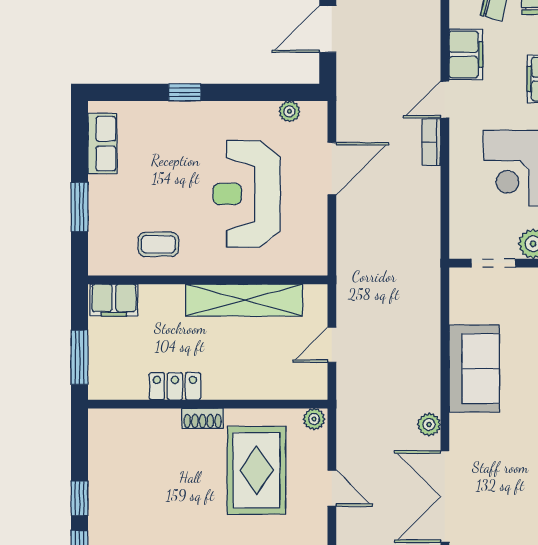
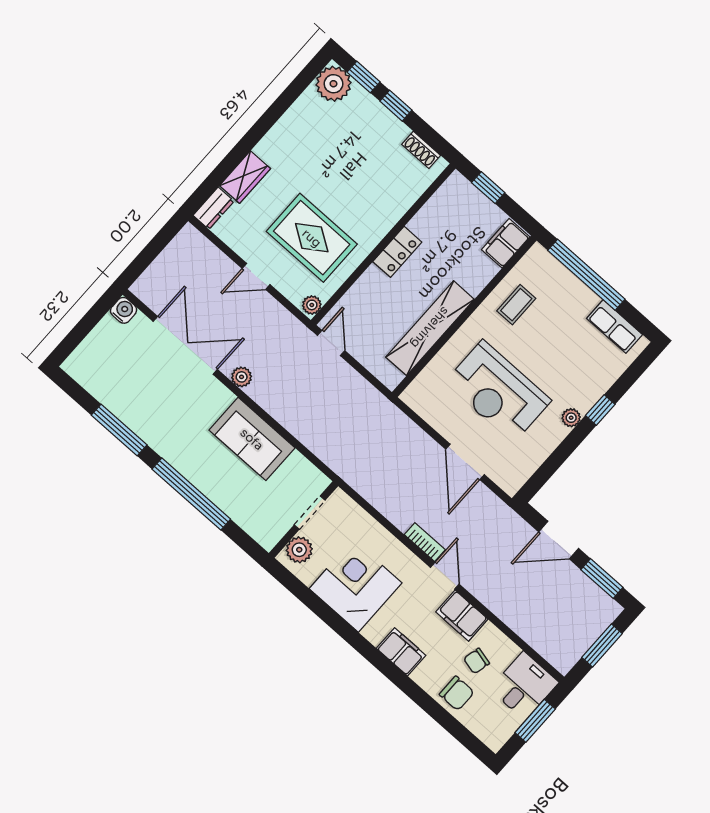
door: (328, 29) -> (559, 540), swing flipped
plant: (289, 111) -> (571, 418), moved
reception desk: (247, 194) -> (498, 391), turned 180
window: (79, 207) -> (586, 275), width x2.11
door: (332, 345) -> (331, 343), moved
window: (79, 357) -> (488, 188), width x0.67
locker: (175, 386) -> (397, 252), moved
shoe rack: (203, 418) -> (421, 150), moved, turned -90

